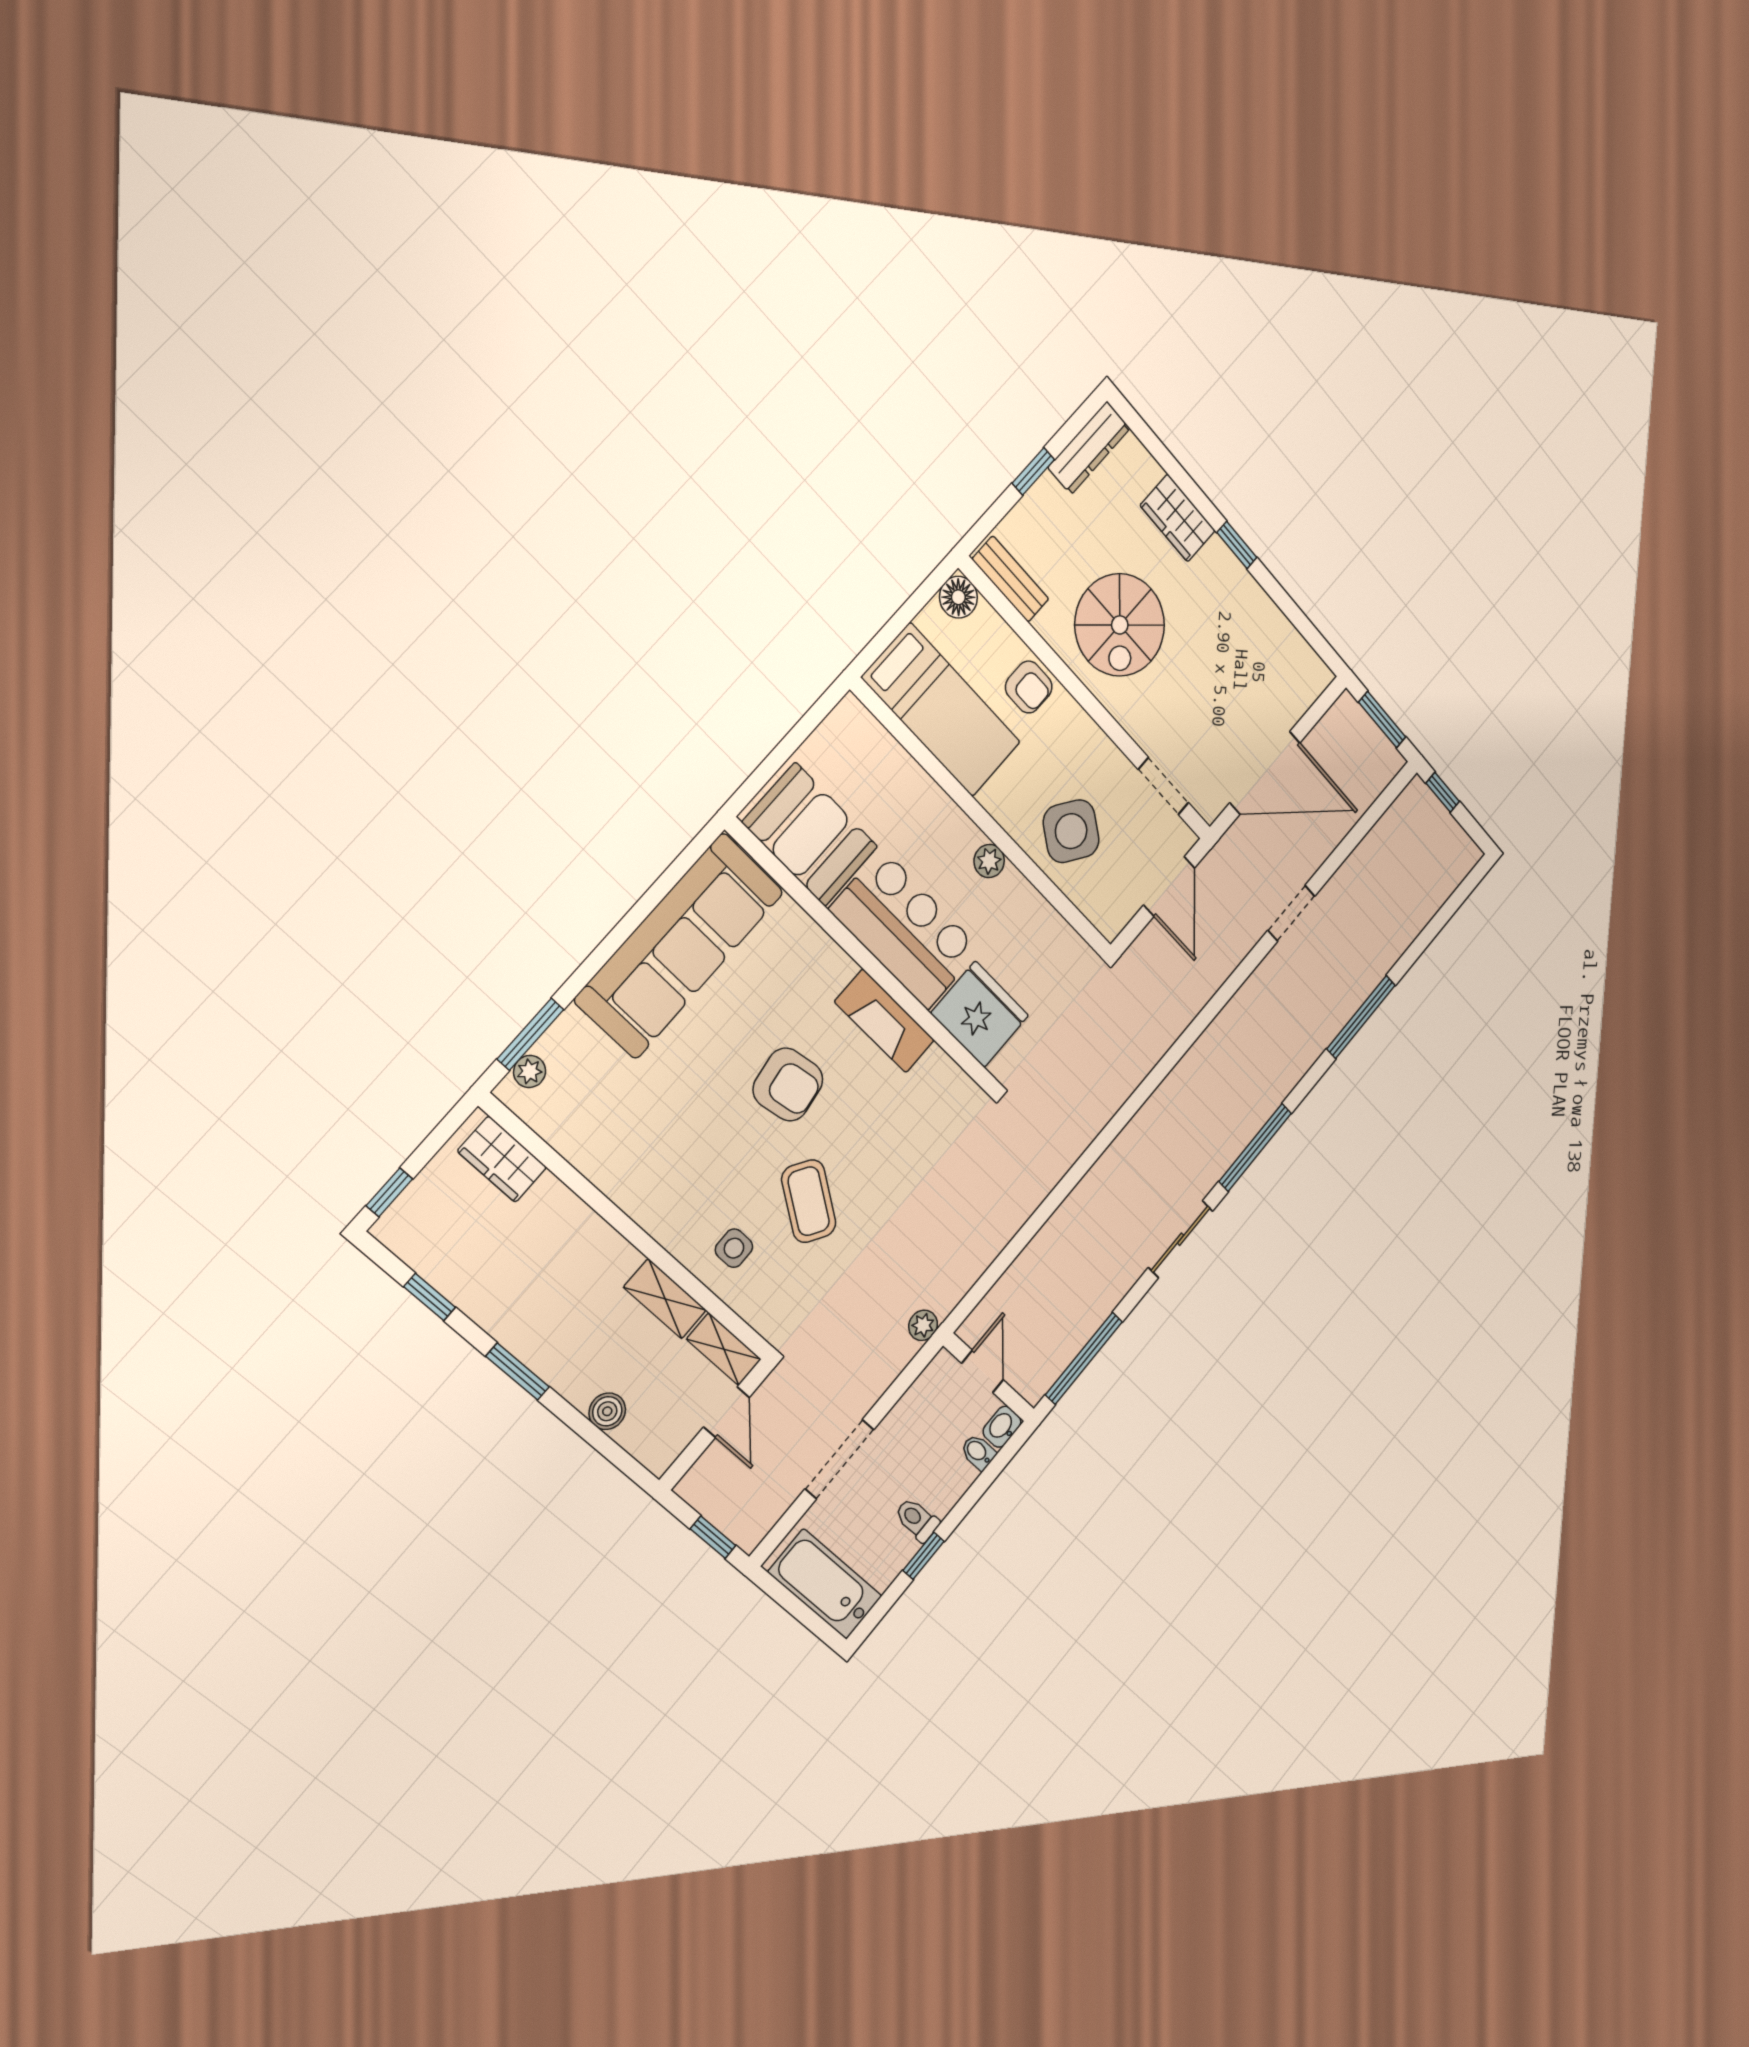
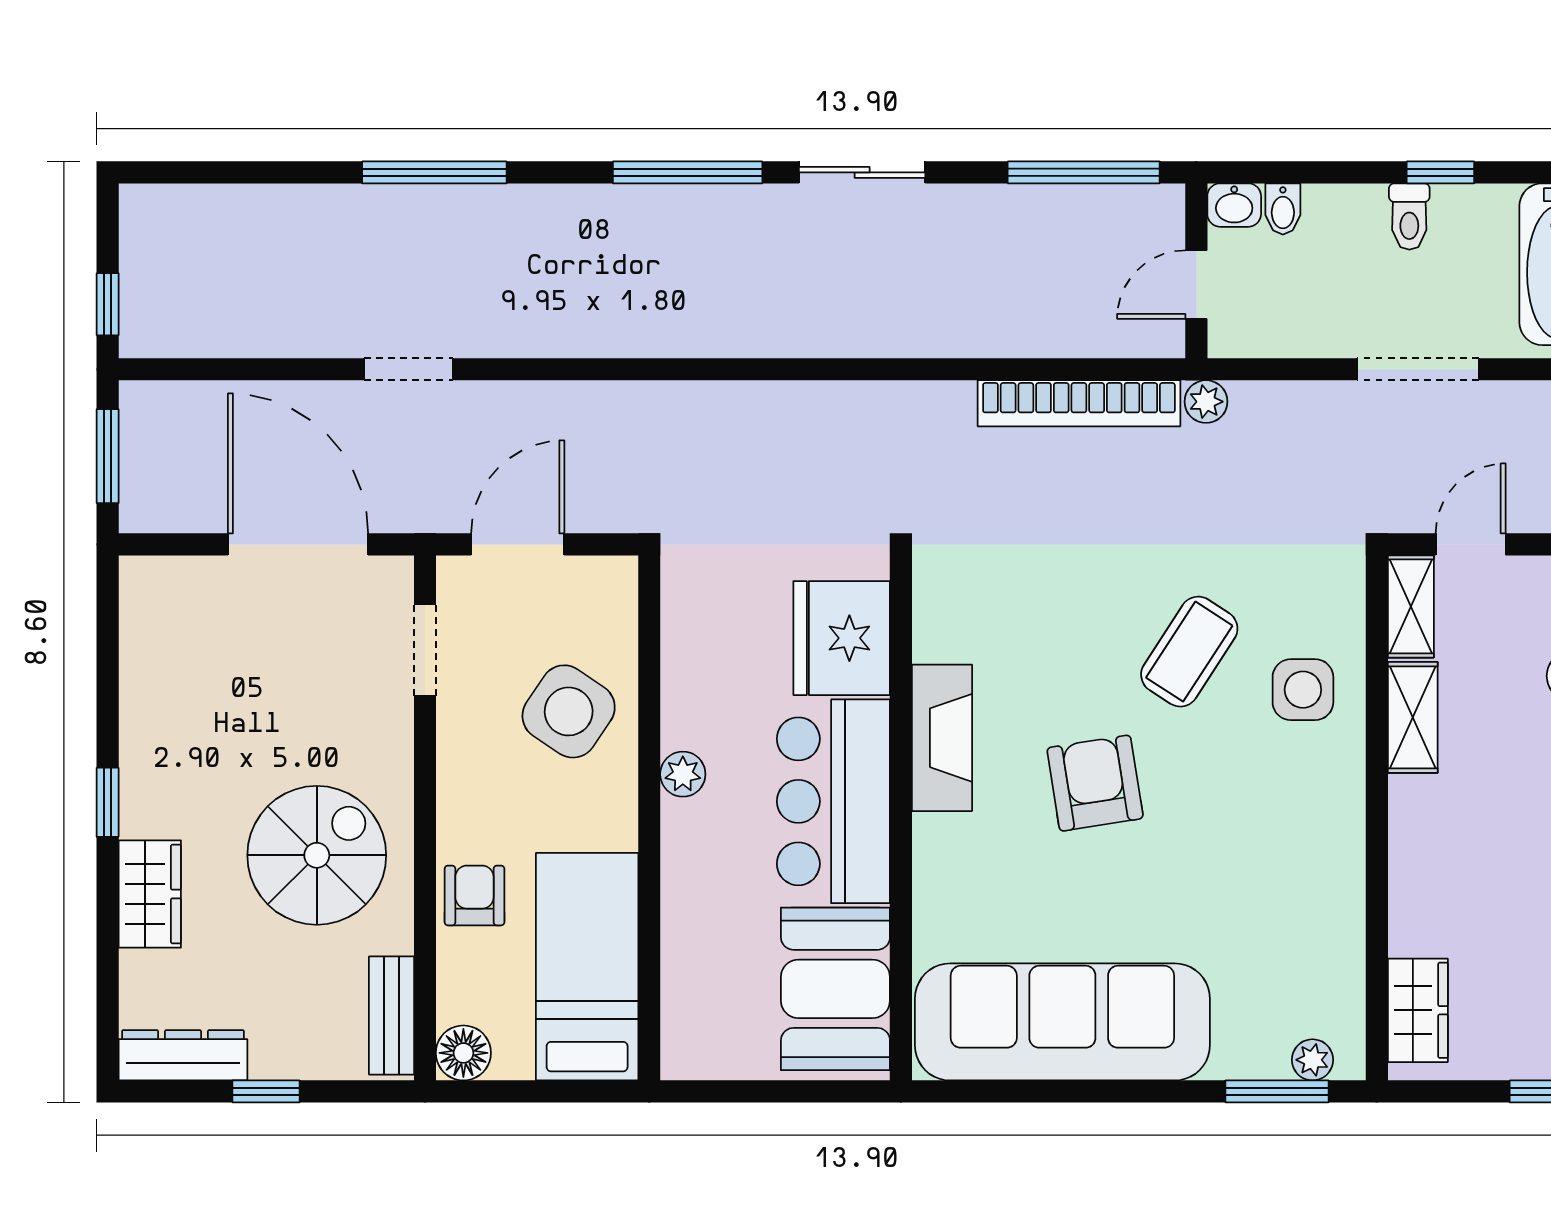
side table: (734, 1248) -> (1303, 690), width x1.37, depth x1.37
bookcase: (981, 1254) -> (1079, 403), added

